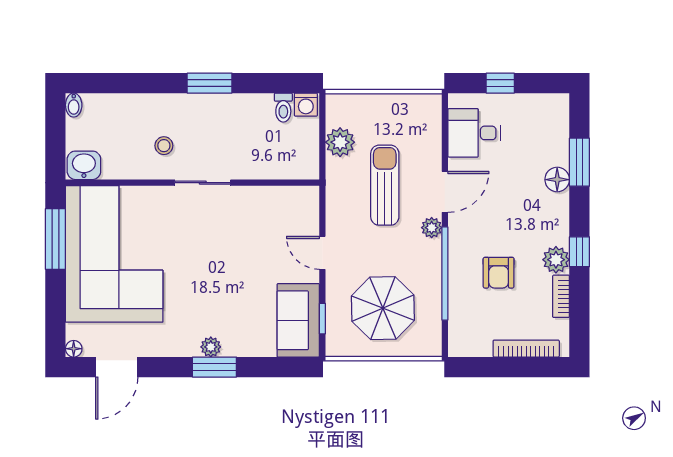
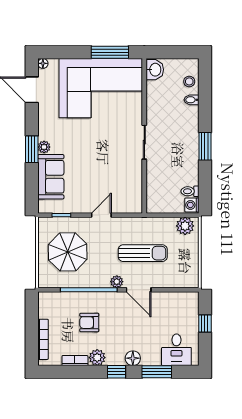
bidet: (74, 105) -> (191, 100), moved
desk: (474, 133) -> (176, 350), moved, turned 180
plant: (340, 142) -> (185, 226), moved
stool: (164, 146) -> (189, 81), moved
floor lamp: (557, 180) -> (133, 358), moved
window: (579, 252) -> (117, 372), moved
sofa: (298, 320) -> (51, 177), moved, turned 90

